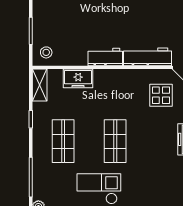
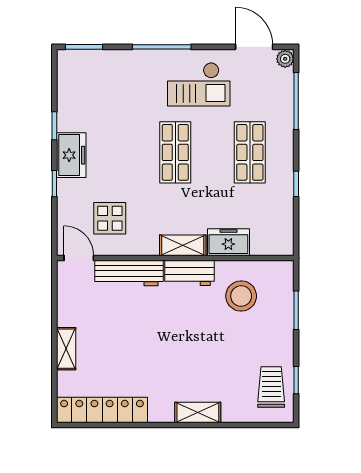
stool: (46, 52) -> (241, 296), moved, width x1.89, depth x1.89
shelving: (40, 85) -> (183, 245), moved, turned 90

